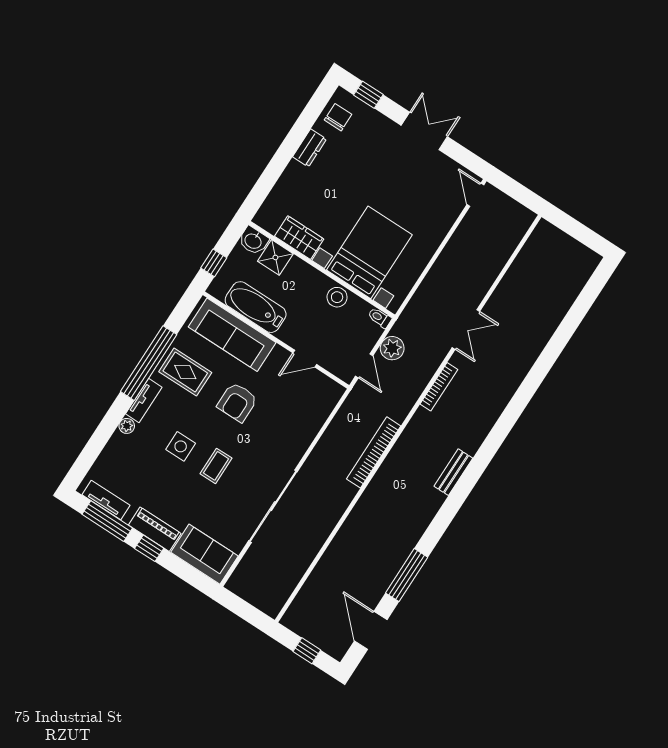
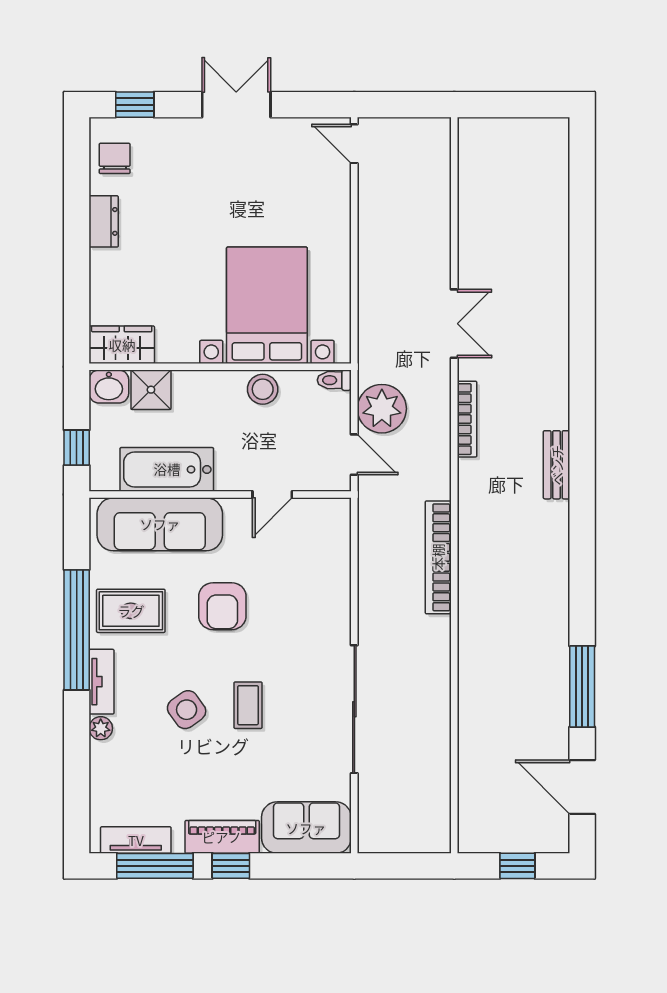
wardrobe: (299, 238) -> (122, 345), moved
plant: (392, 348) -> (382, 409), width x1.36, depth x1.36
side table: (181, 446) -> (187, 710), turned -36
bench: (453, 472) -> (557, 465), moved

